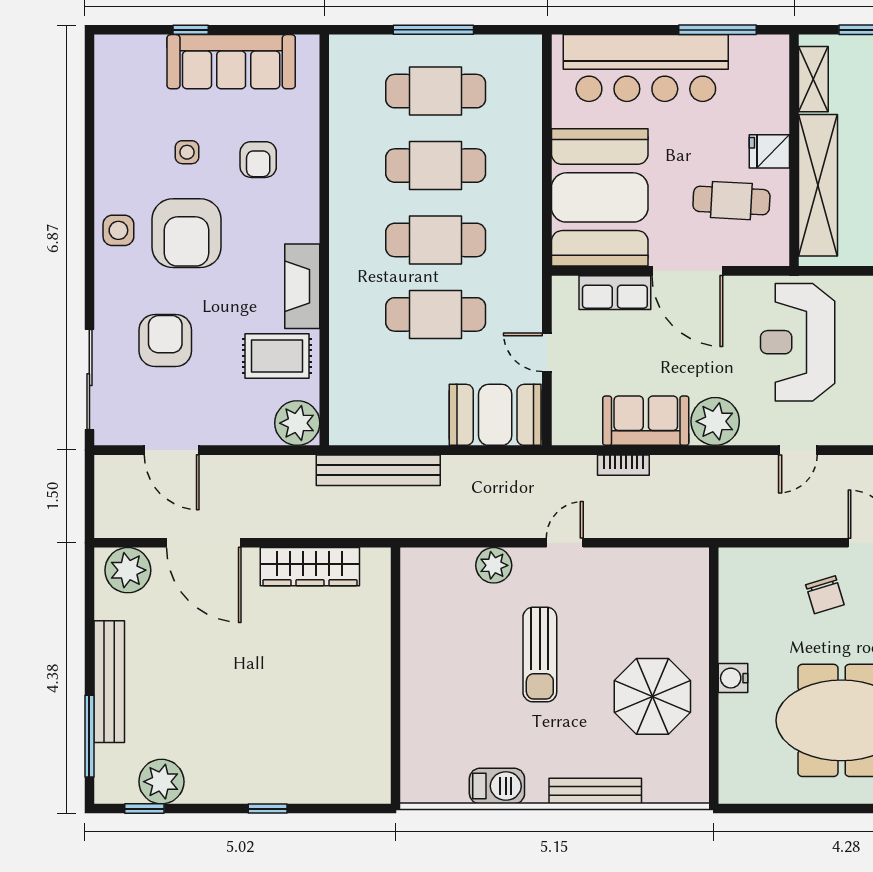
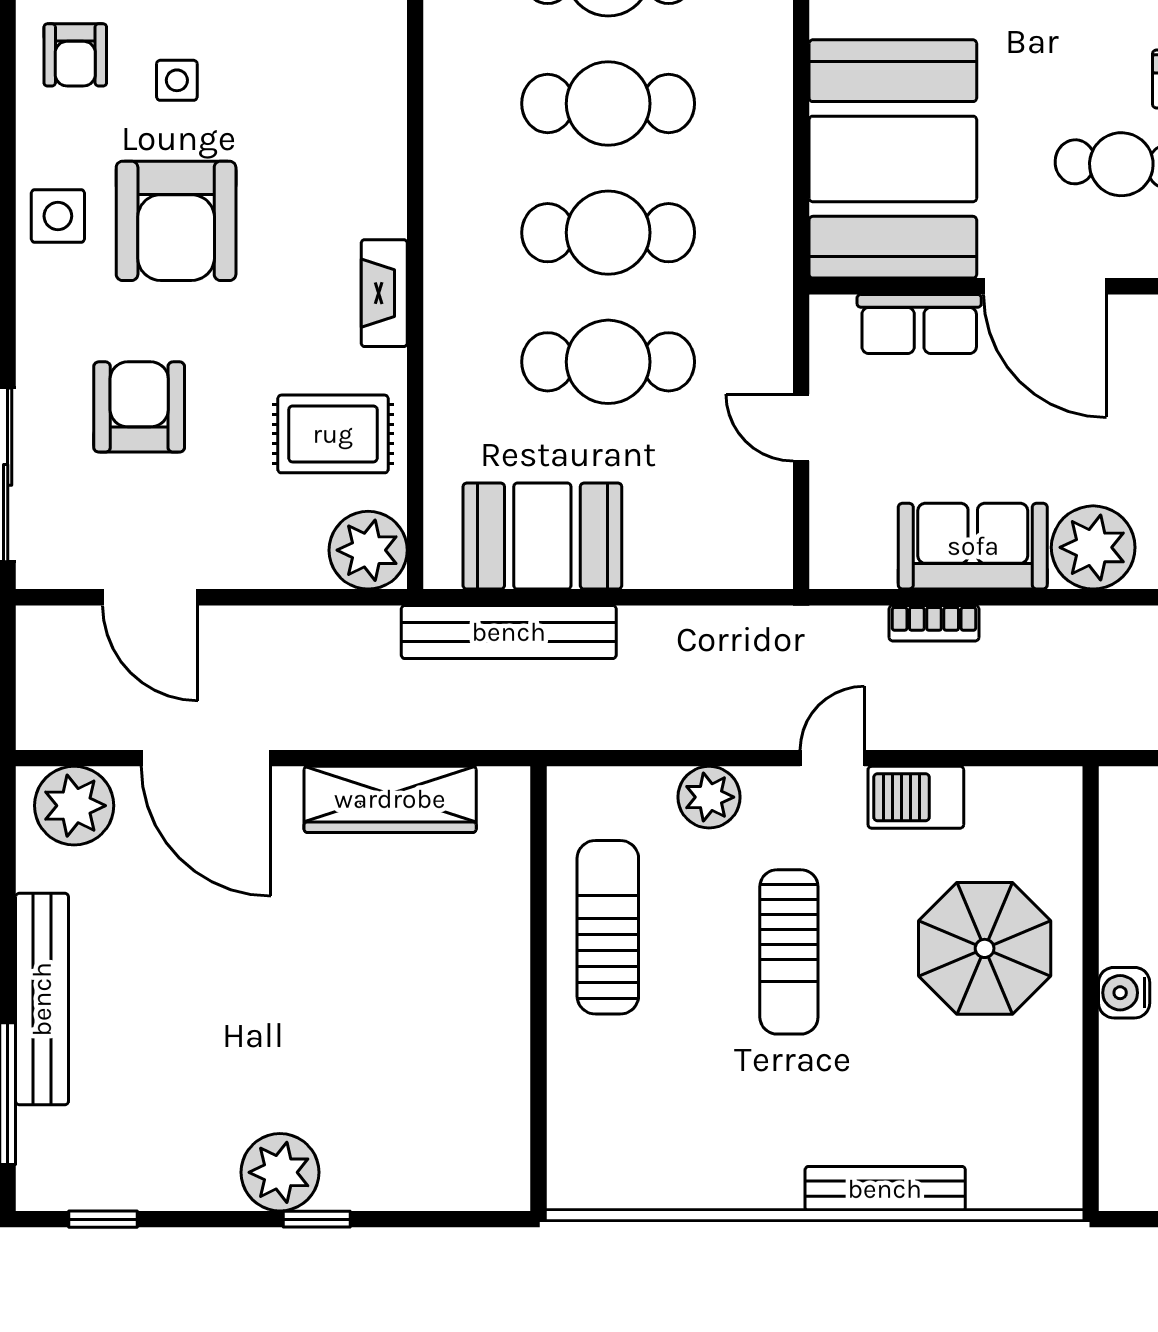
armchair: (258, 160) -> (75, 55), moved
fireplace: (302, 286) -> (384, 293), width x0.73, depth x0.76
booth: (495, 415) -> (542, 536), moved
sun lounger: (435, 640) -> (608, 927), added
parasol: (652, 696) -> (985, 948), moved
plant: (161, 782) -> (280, 1172), moved
barbecue: (497, 786) -> (916, 797), moved, turned 180

